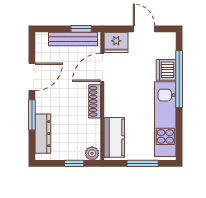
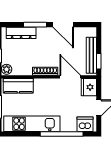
dishwasher: (166, 70) -> (85, 124), moved

